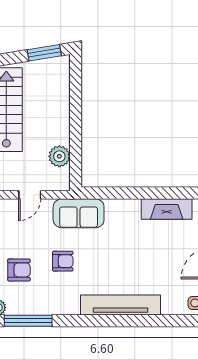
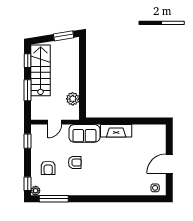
fireplace: (167, 209) -> (116, 131), moved
armchair: (19, 270) -> (48, 168), turned 90
tv unit: (120, 305) -> (110, 189), removed

